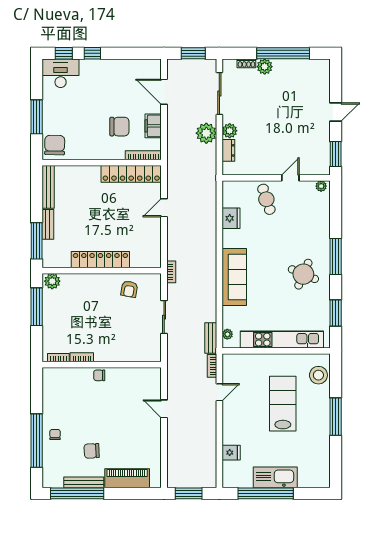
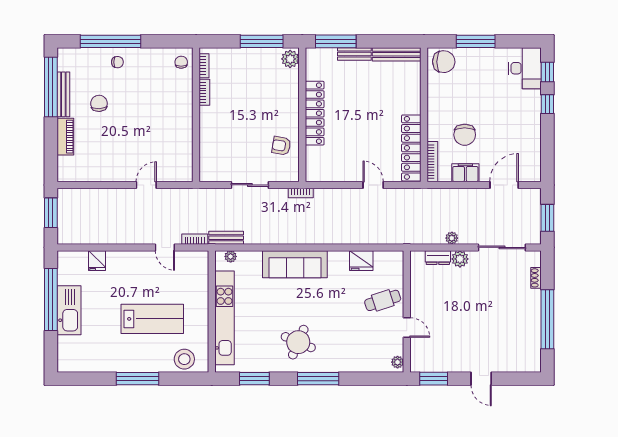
plant: (265, 67) -> (532, 298), removed
plant: (206, 133) -> (452, 238), width x0.53, depth x0.53
chair: (99, 375) -> (181, 62), moved
piano: (127, 478) -> (65, 137), width x0.73, depth x0.75

